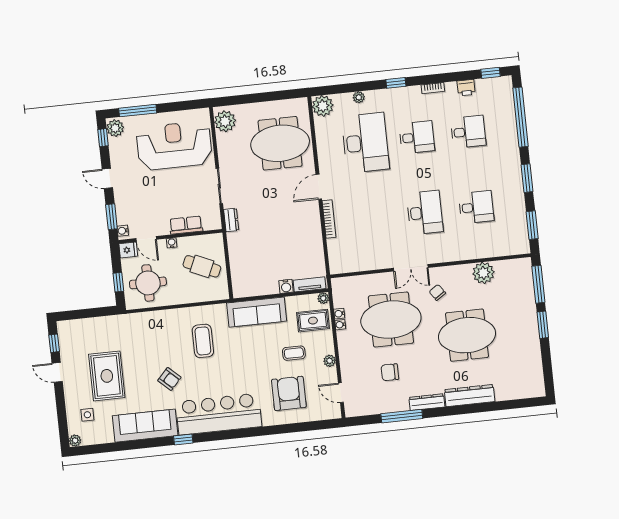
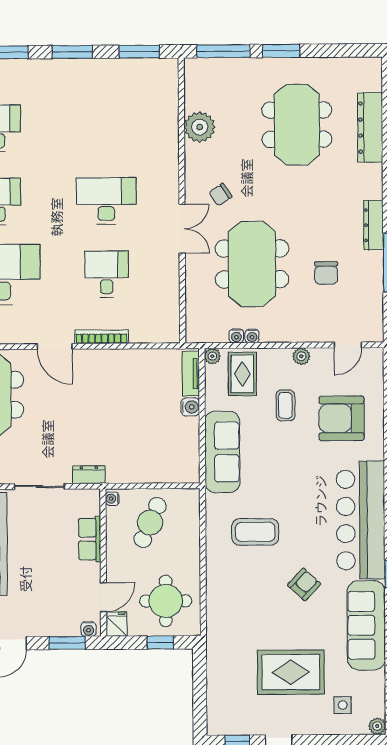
desk: (476, 207) -> (107, 274), moved
water cooler: (172, 243) -> (112, 499), moved
meeting table: (467, 335) -> (297, 125), moved
dresser: (470, 396) -> (370, 128), moved

